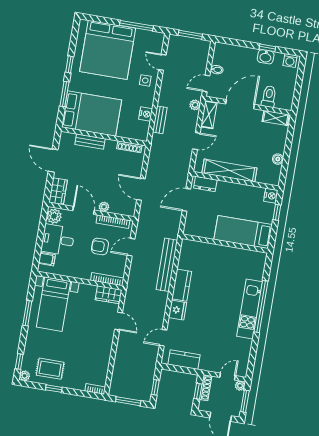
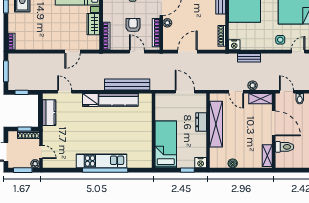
plant: (195, 105) -> (253, 85), moved
nightstand: (146, 114) -> (234, 45), moved
dresser: (205, 184) -> (201, 122), moved
kitchen counter: (182, 285) -> (118, 100), width x1.50
wardrobe: (109, 295) -> (93, 24), moved

